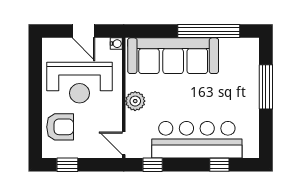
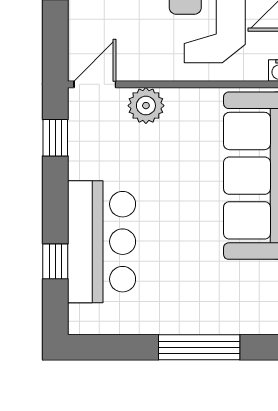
plant: (135, 101) -> (146, 106), moved
bar counter: (197, 140) -> (102, 242), width x0.73

